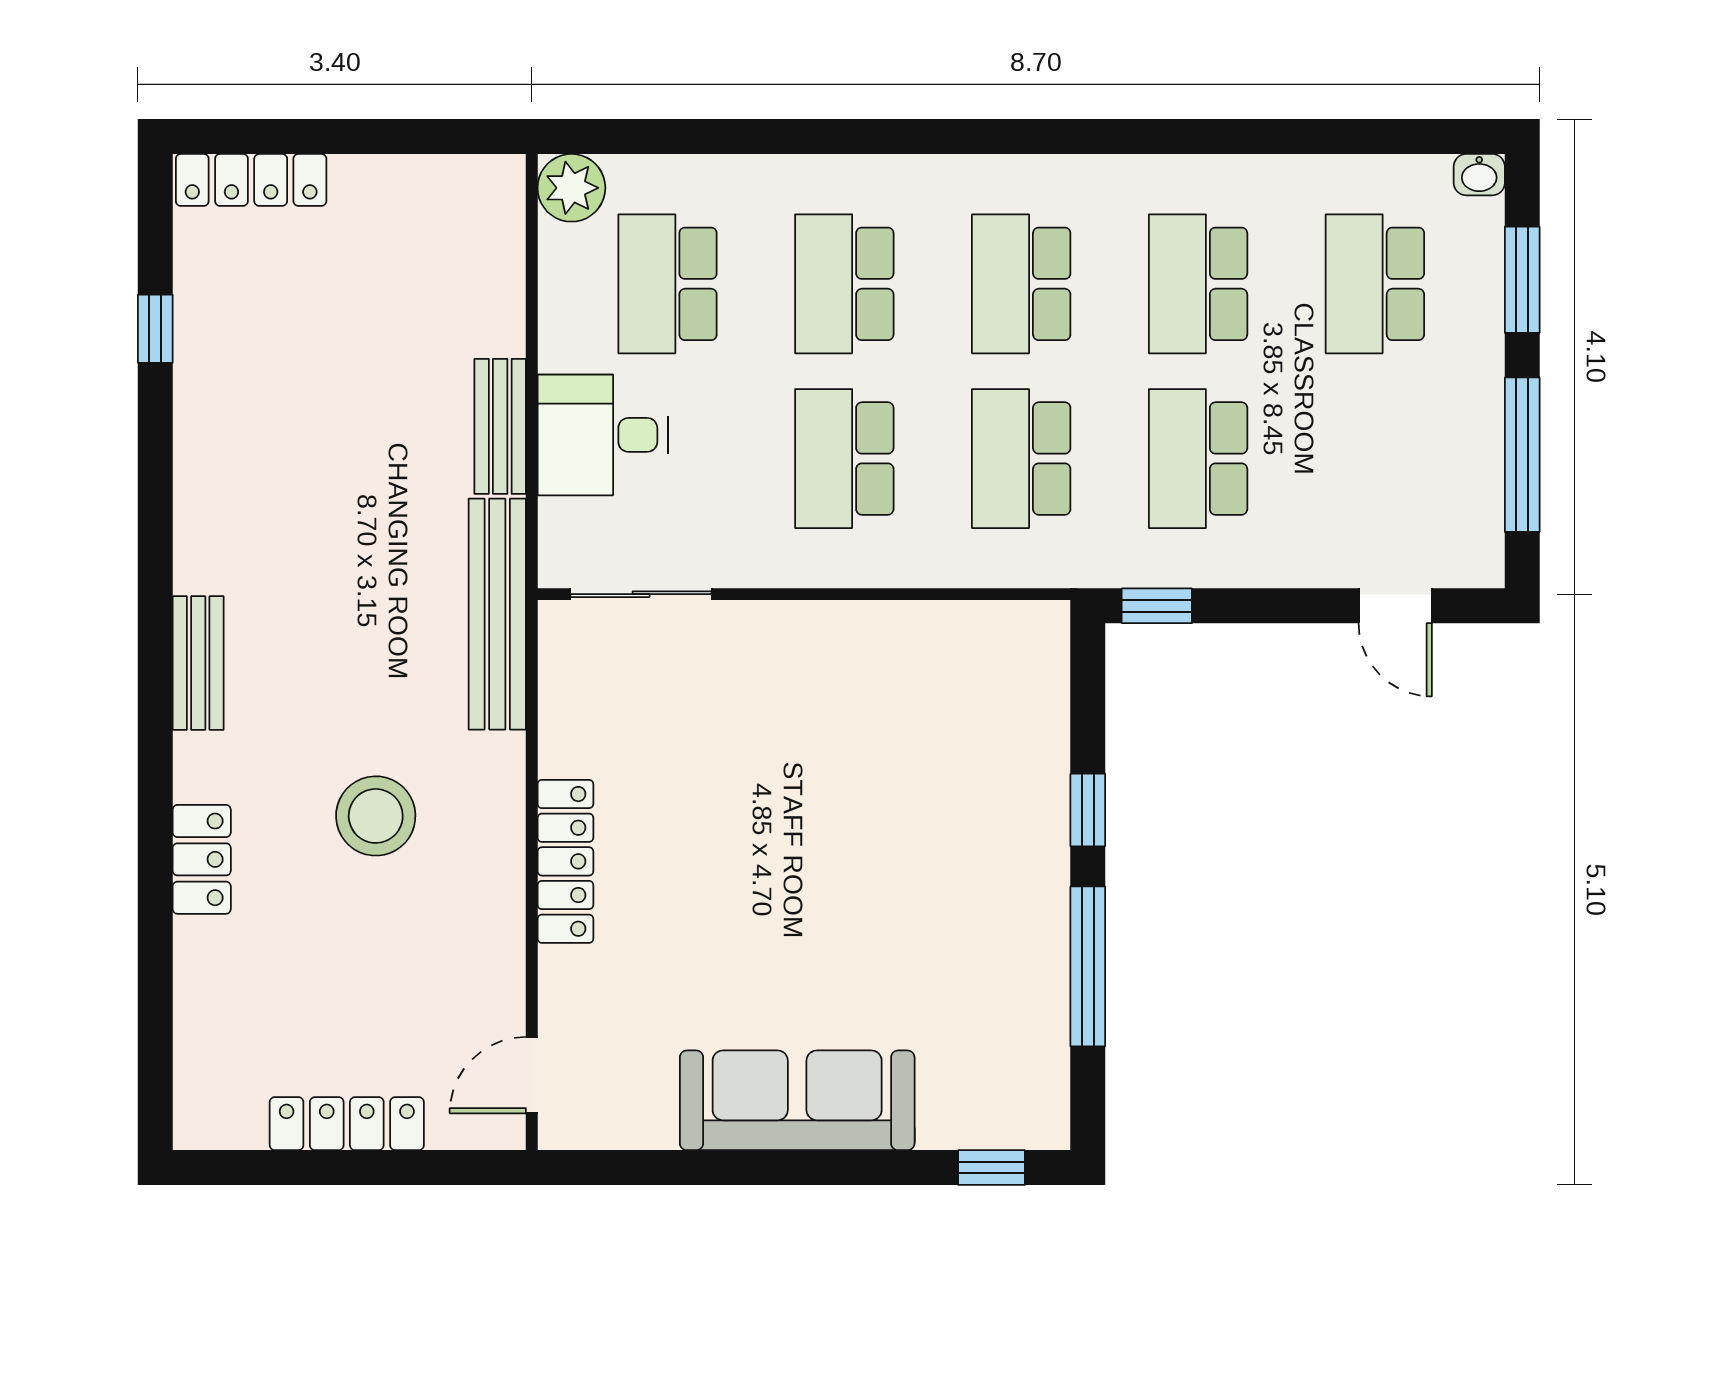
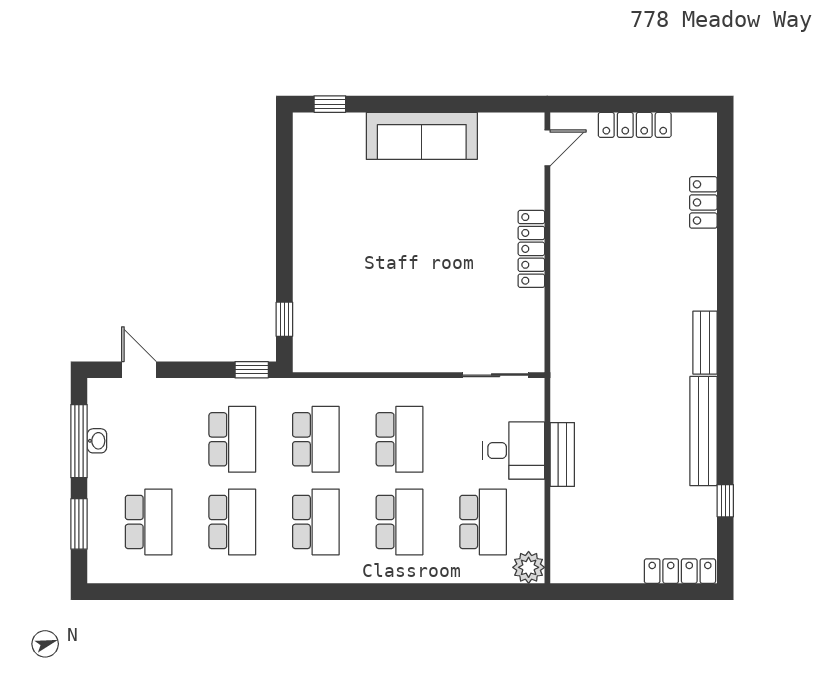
washbasin: (1479, 175) -> (97, 441), moved, turned 90
bench: (497, 614) -> (703, 431), moved
window: (1088, 810) -> (284, 319), moved
stool: (376, 816) -> (621, 270), removed
locker: (202, 859) -> (703, 202), moved
window: (1088, 966) -> (284, 199), removed

